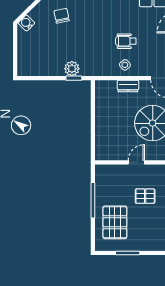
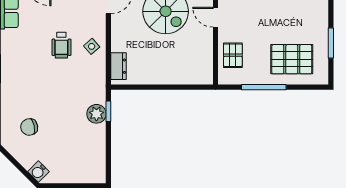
dresser: (128, 86) -> (119, 66), moved
door: (136, 162) -> (216, 17), moved
pallet: (145, 196) -> (233, 55), moved

